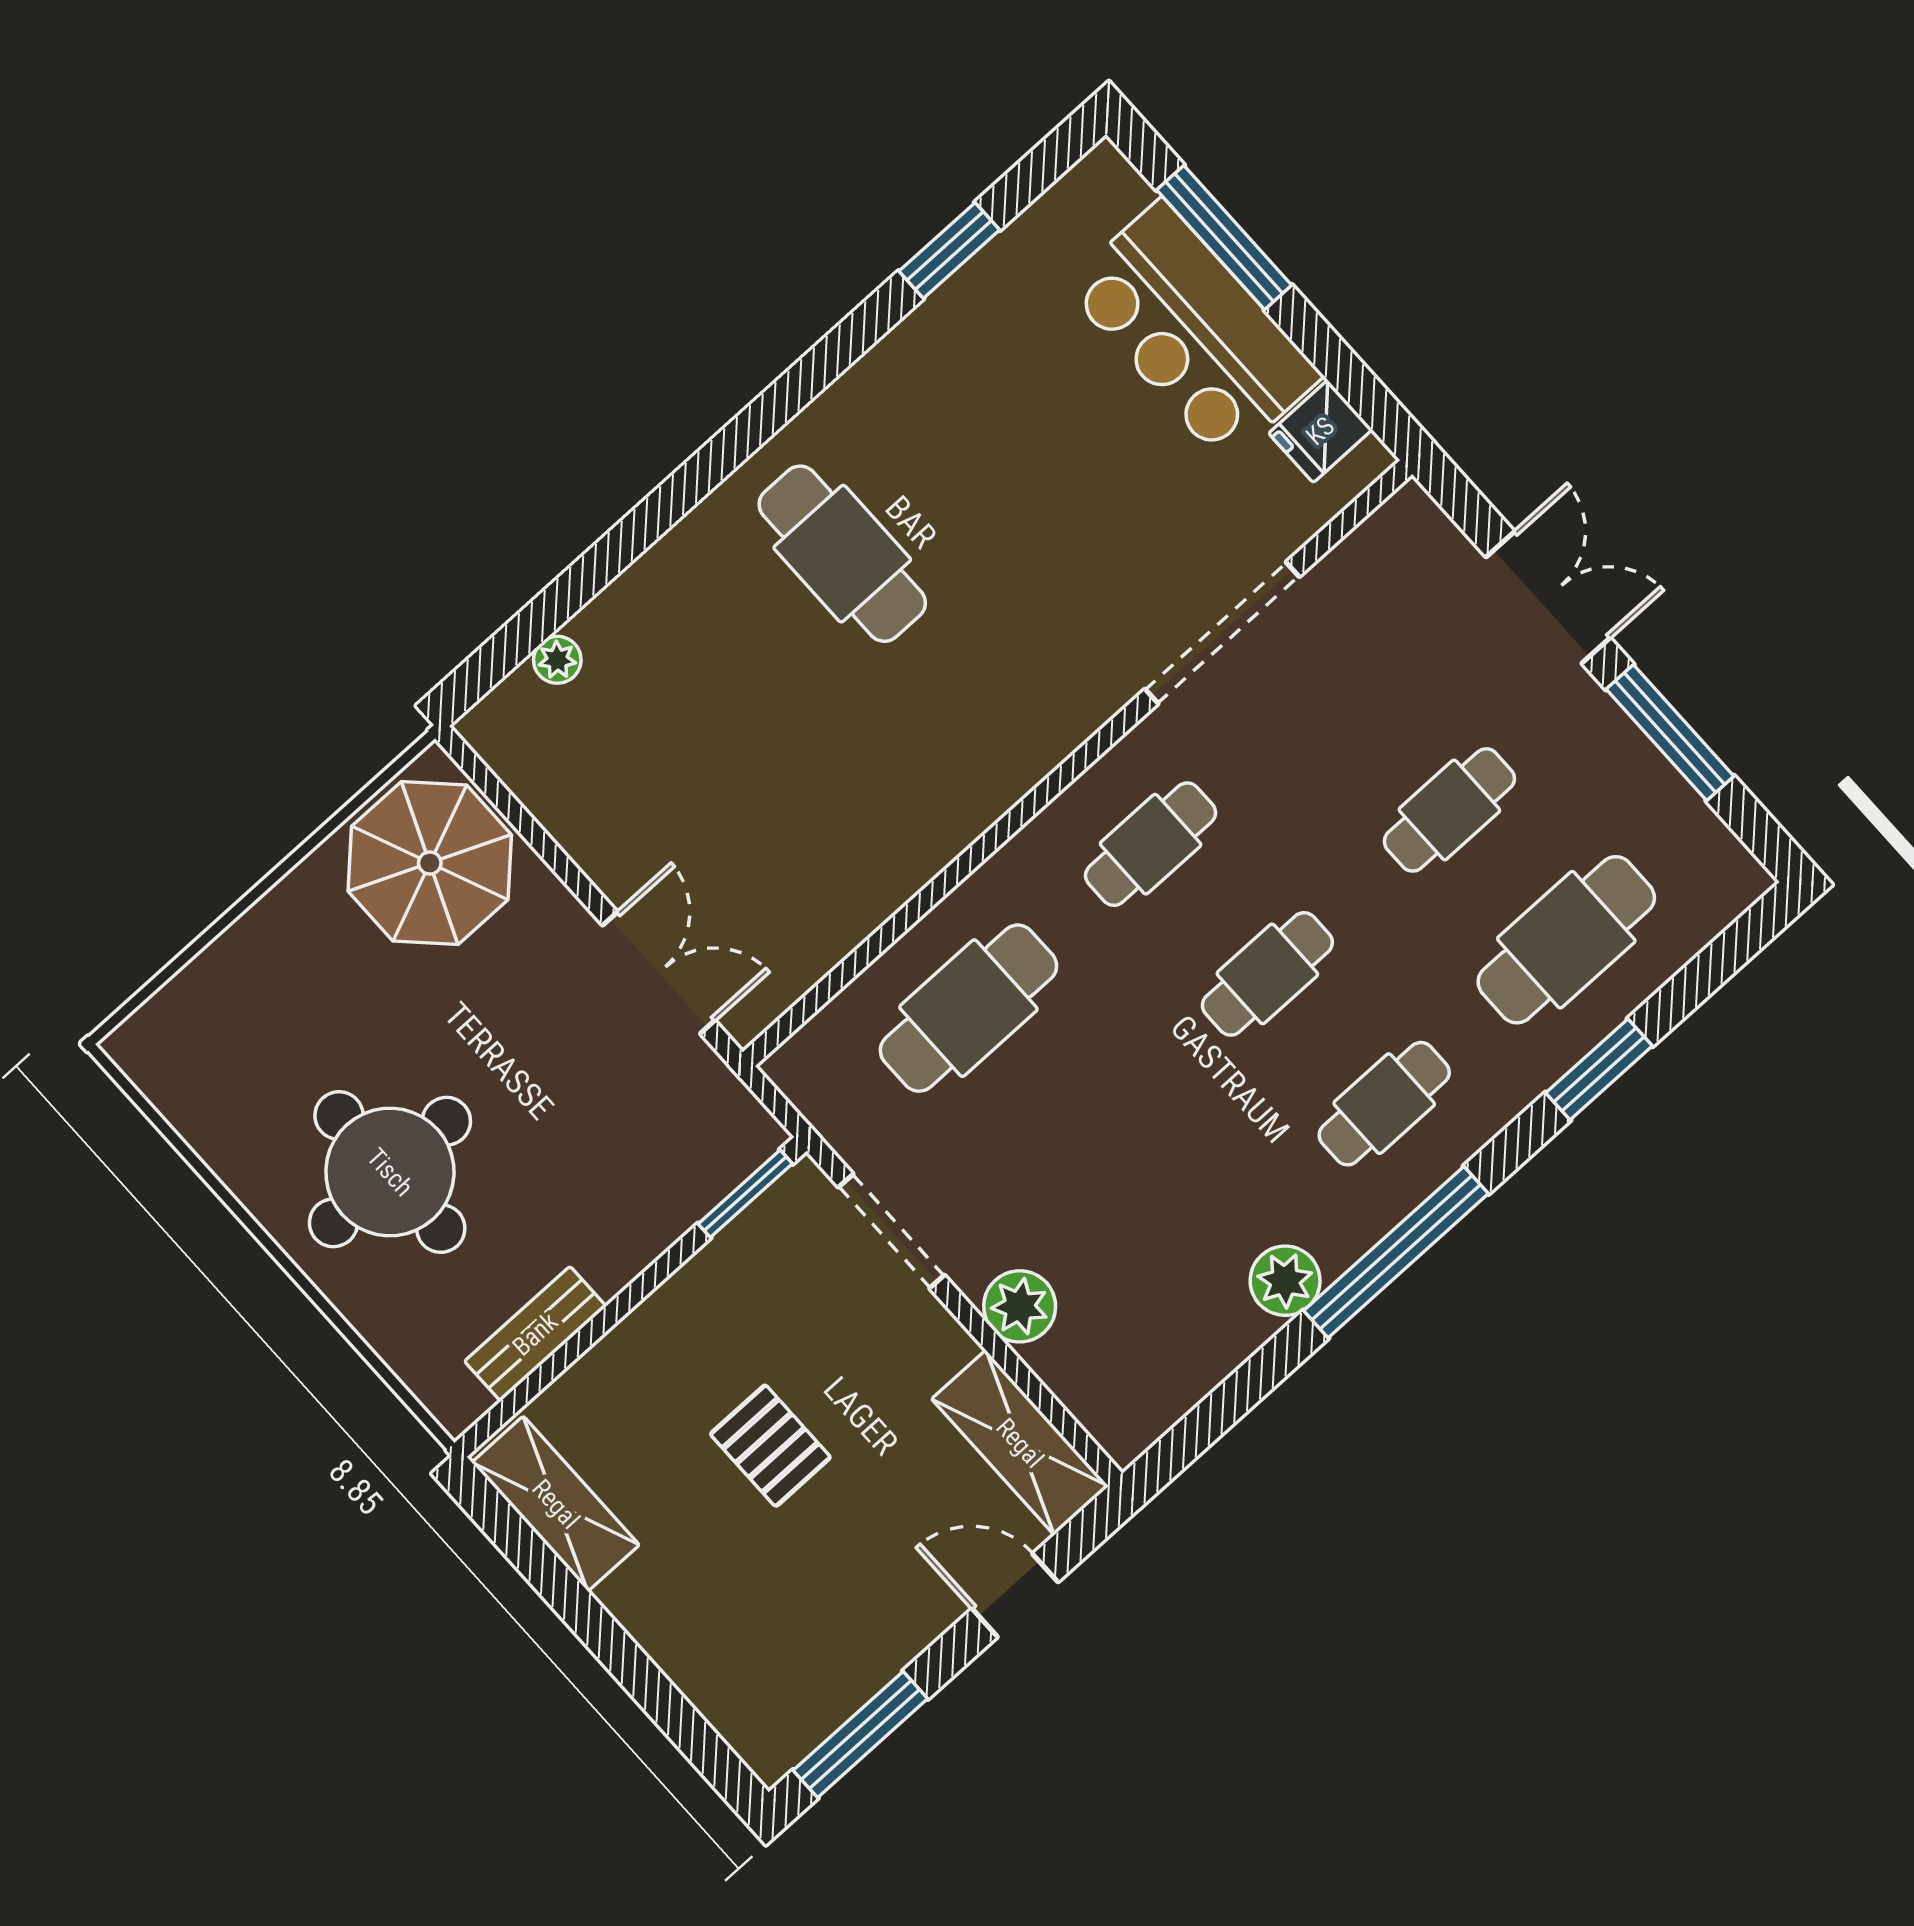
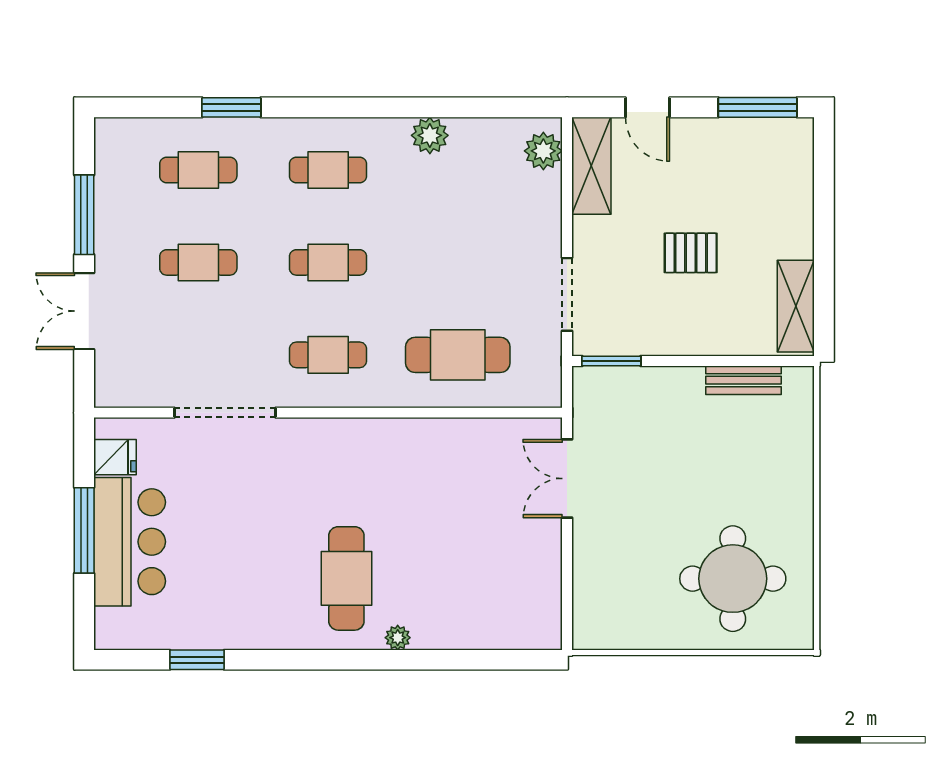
window: (1224, 238) -> (84, 530), moved
plant: (557, 660) -> (398, 638), moved
parasol: (430, 863) -> (618, 603), removed
cafe table: (1566, 940) -> (198, 170), width x0.73, depth x0.74
round table: (390, 1172) -> (733, 579), moved
window: (1396, 1252) -> (376, 107), removed
plant: (1020, 1306) -> (543, 151), moved
pallet: (770, 1446) -> (691, 253), turned 90

